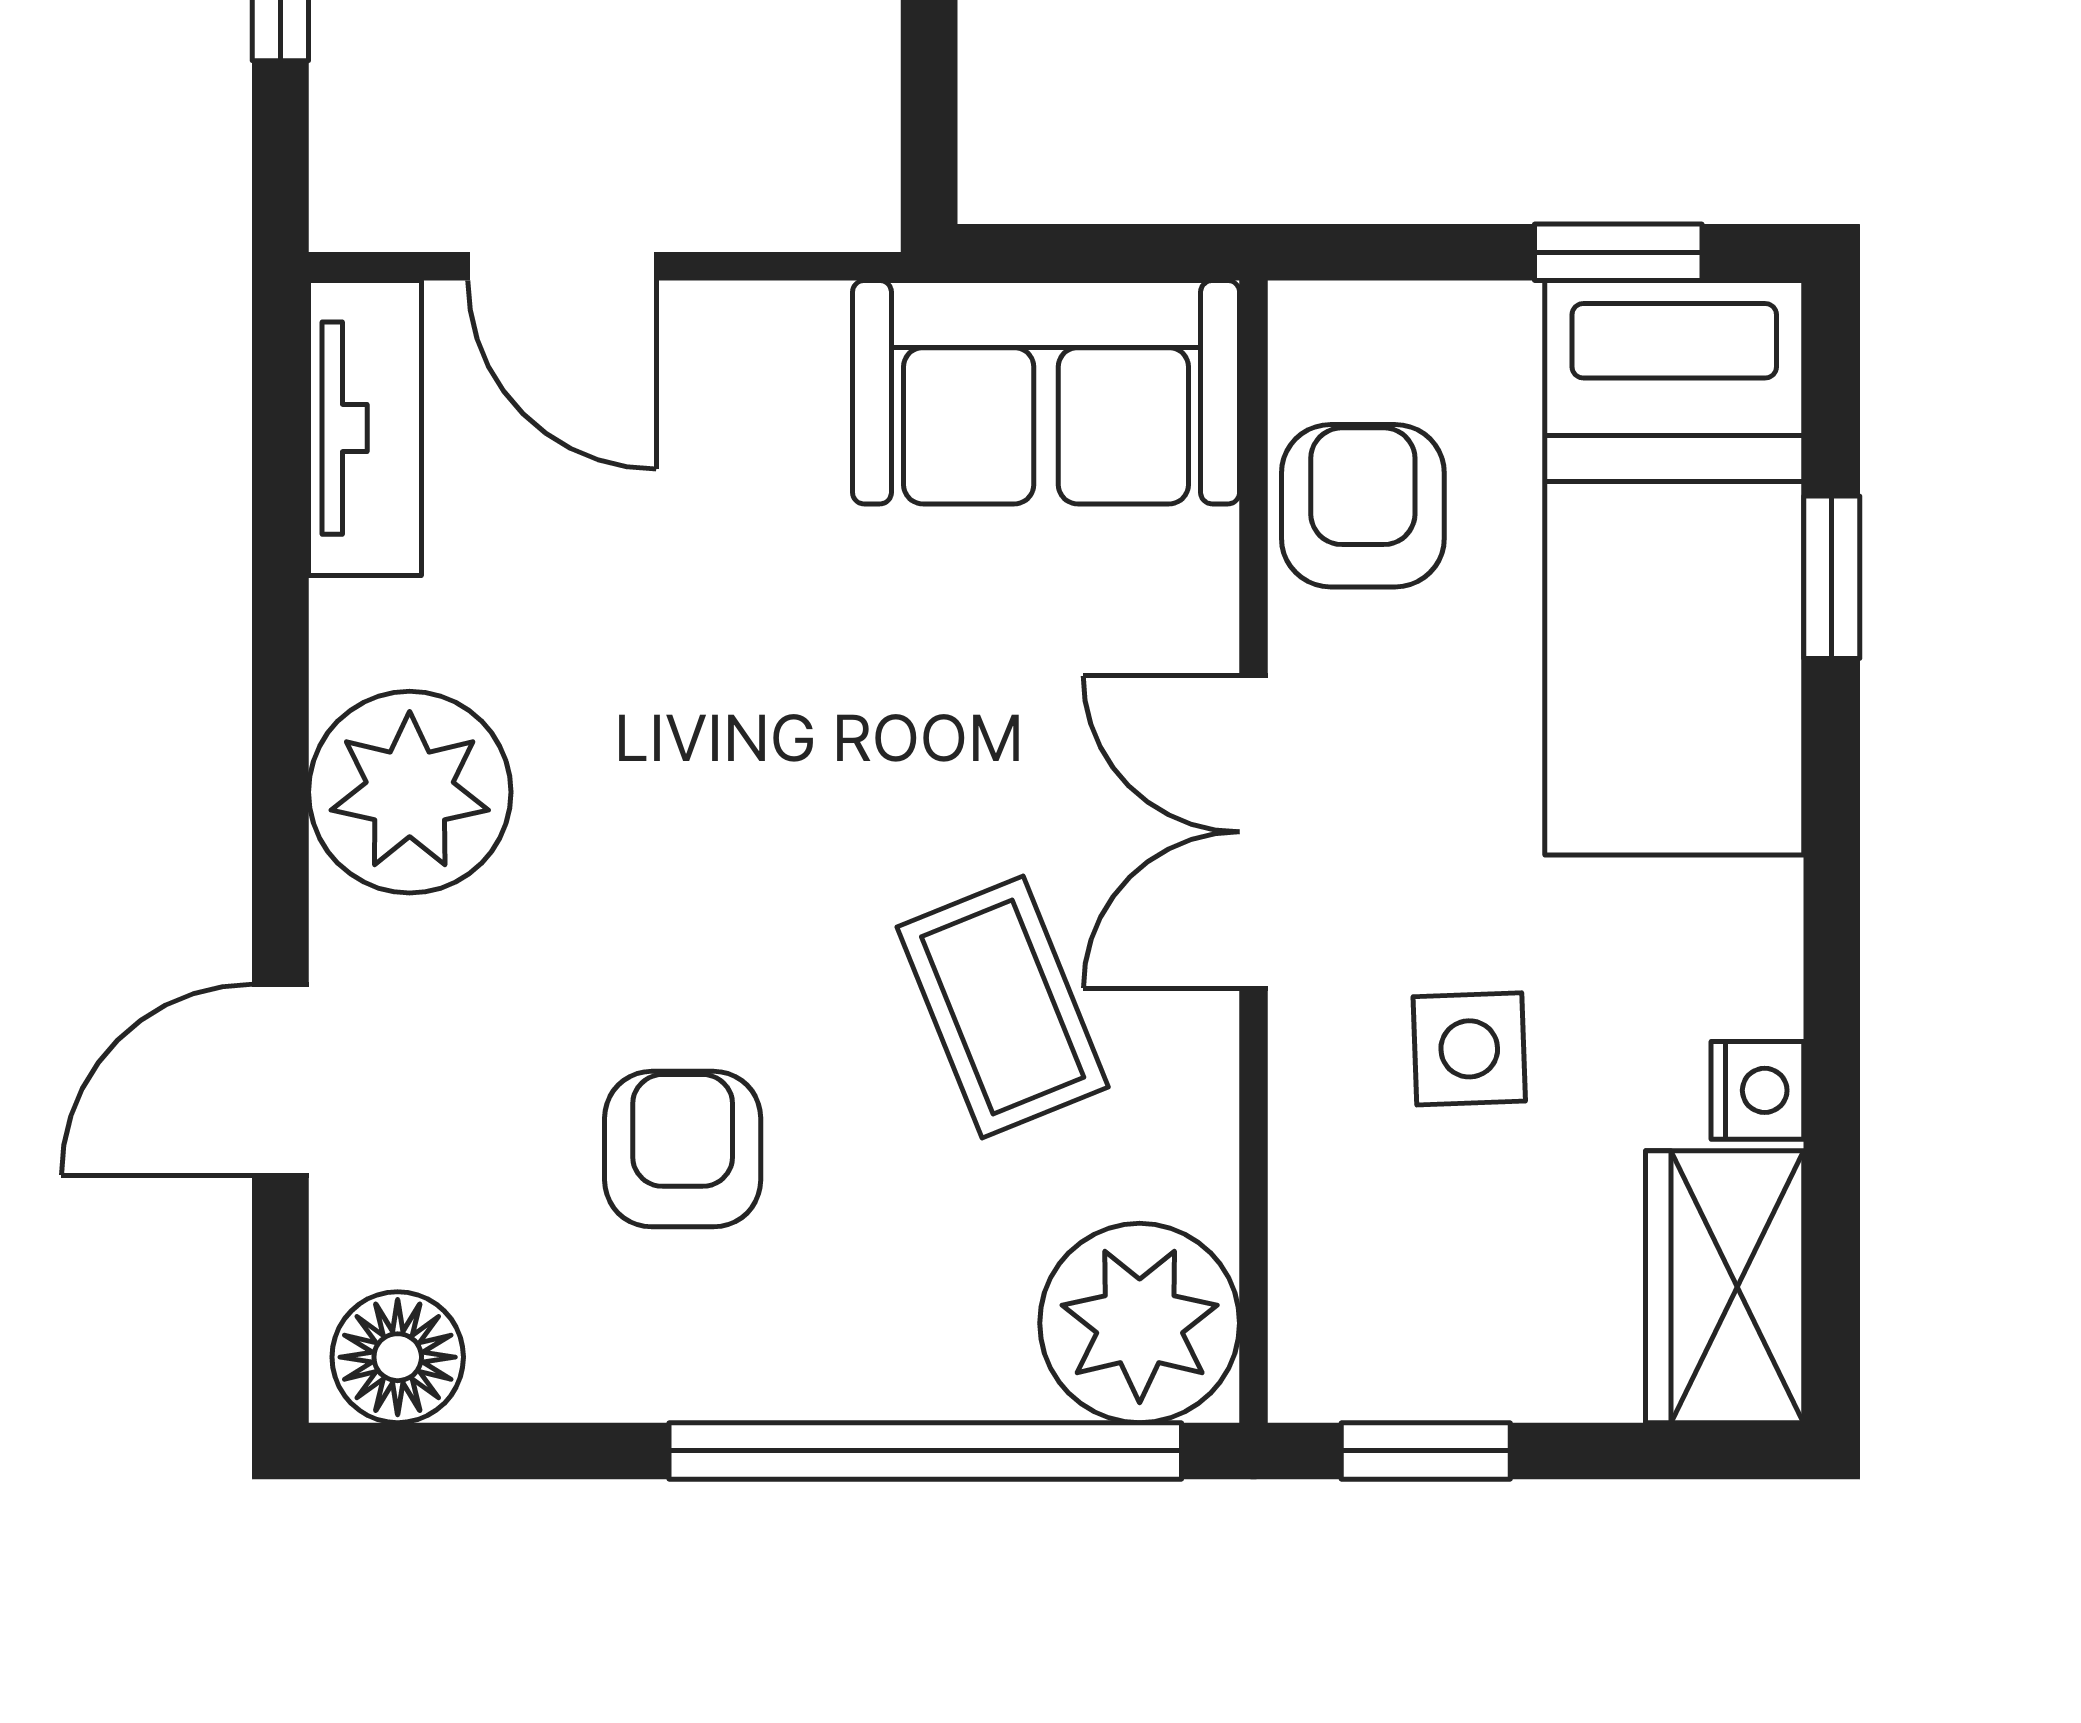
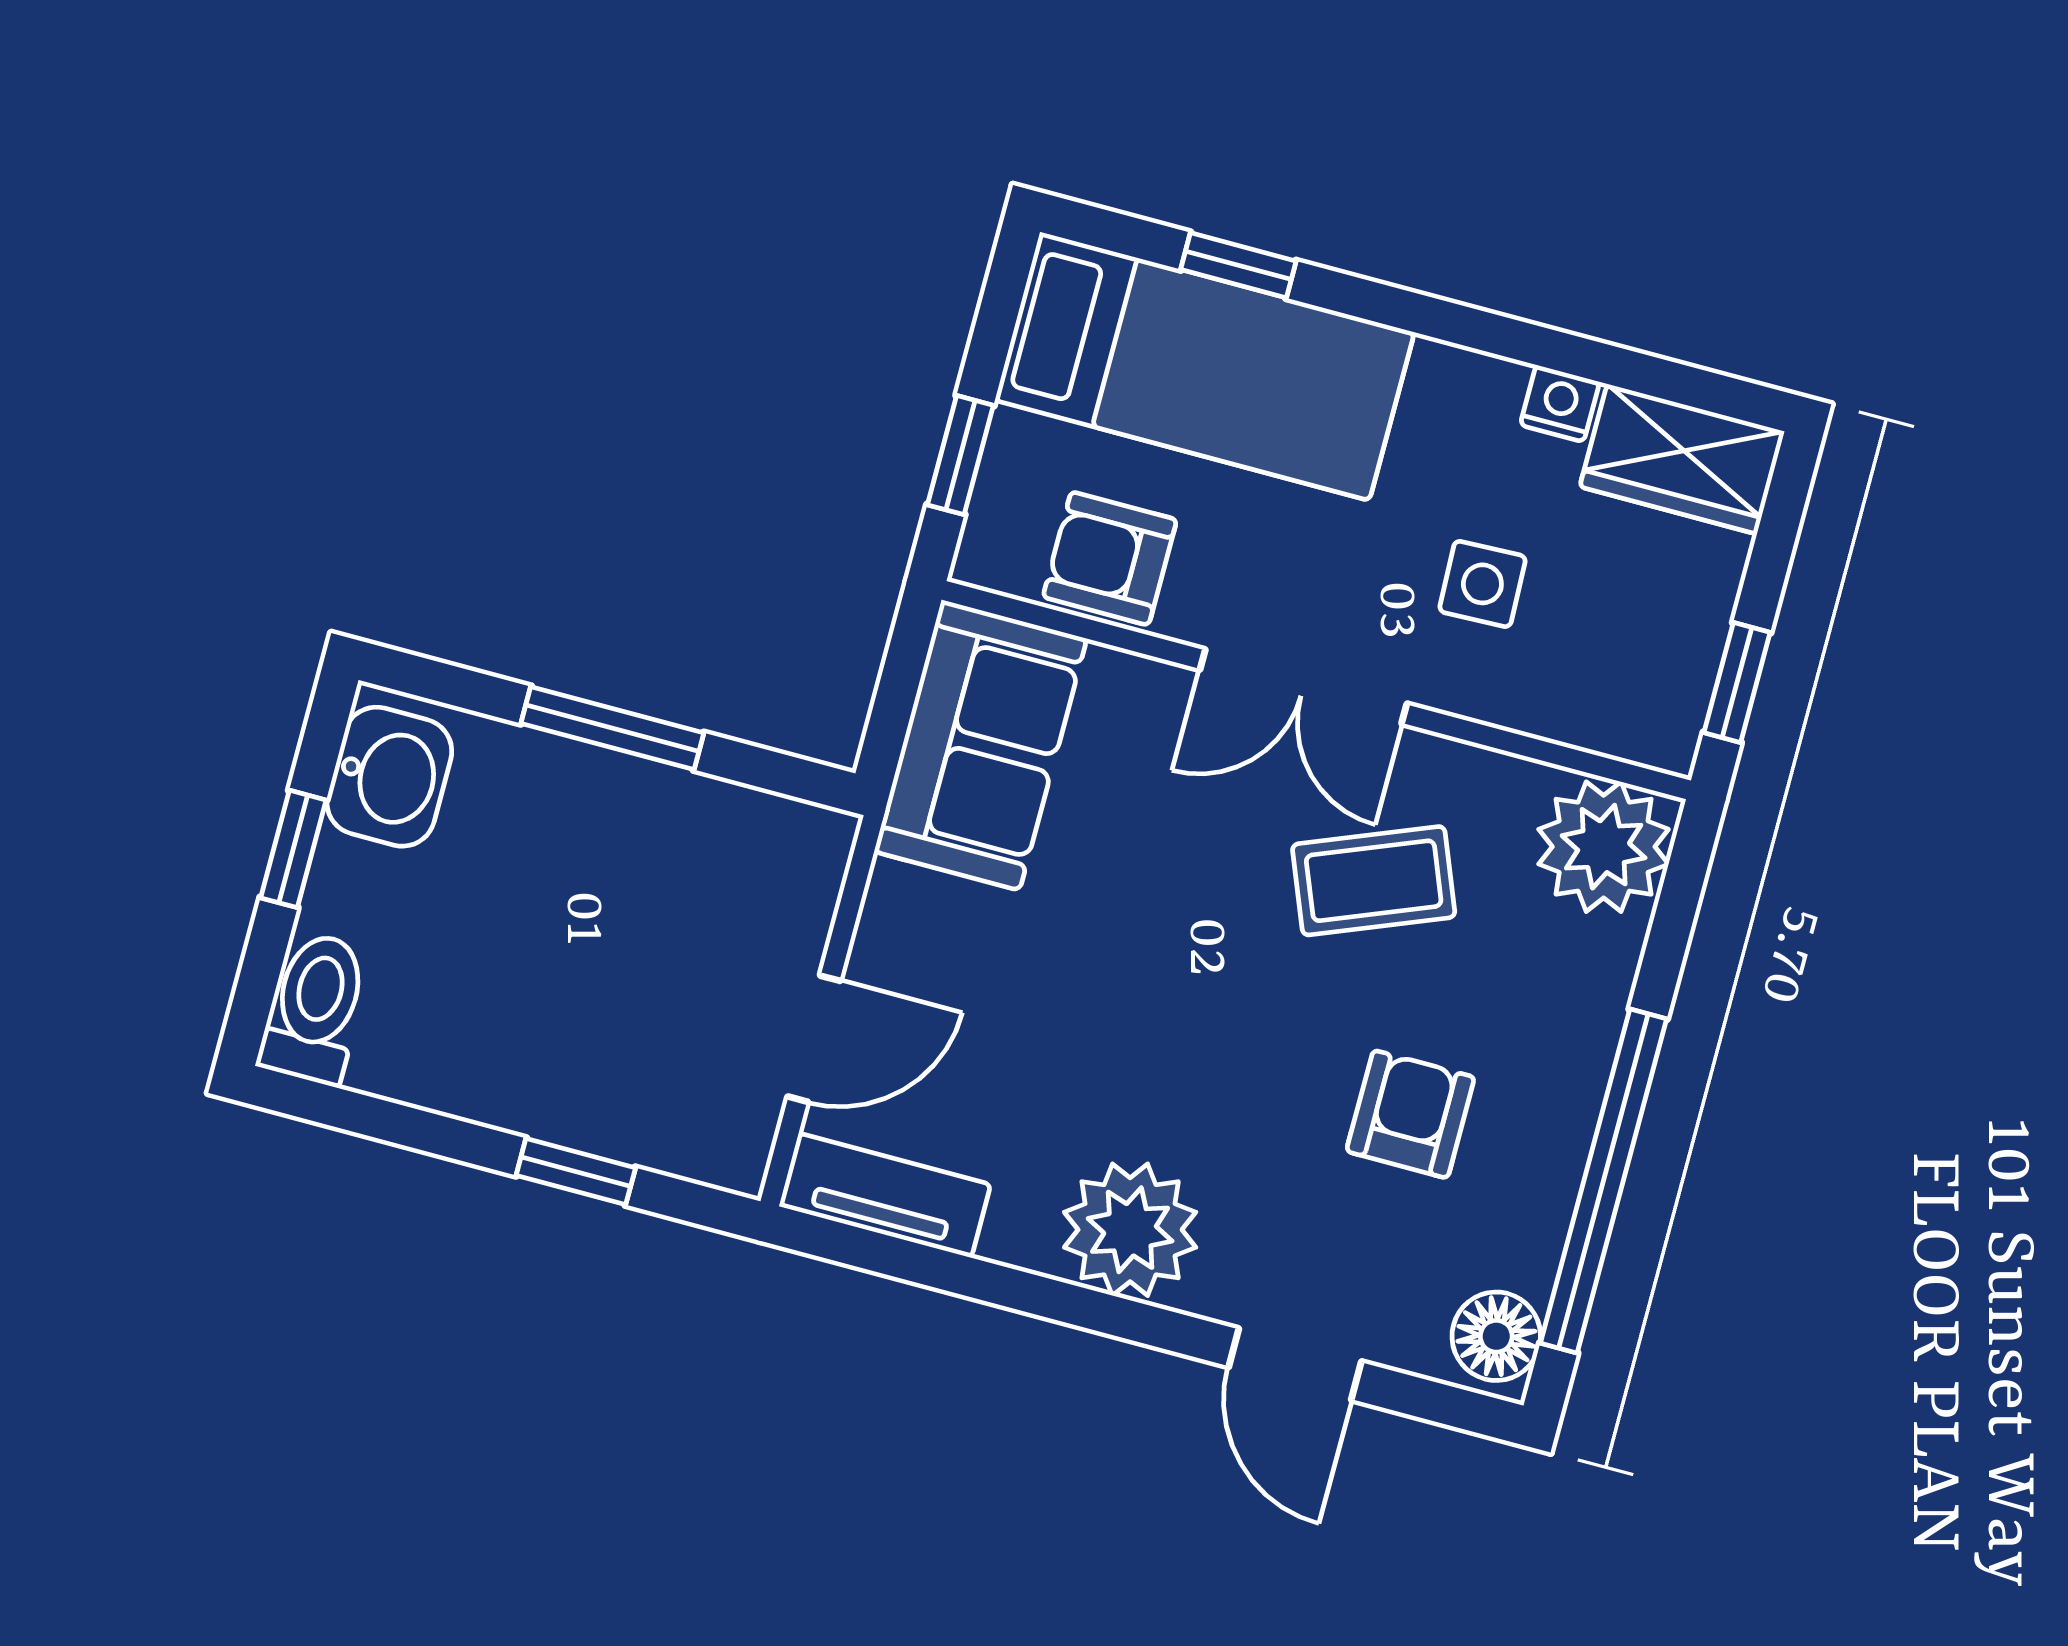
window: (1618, 252) -> (960, 455), moved
armchair: (683, 1149) -> (1410, 1114), turned 90
window: (925, 1451) -> (1603, 1181), moved

